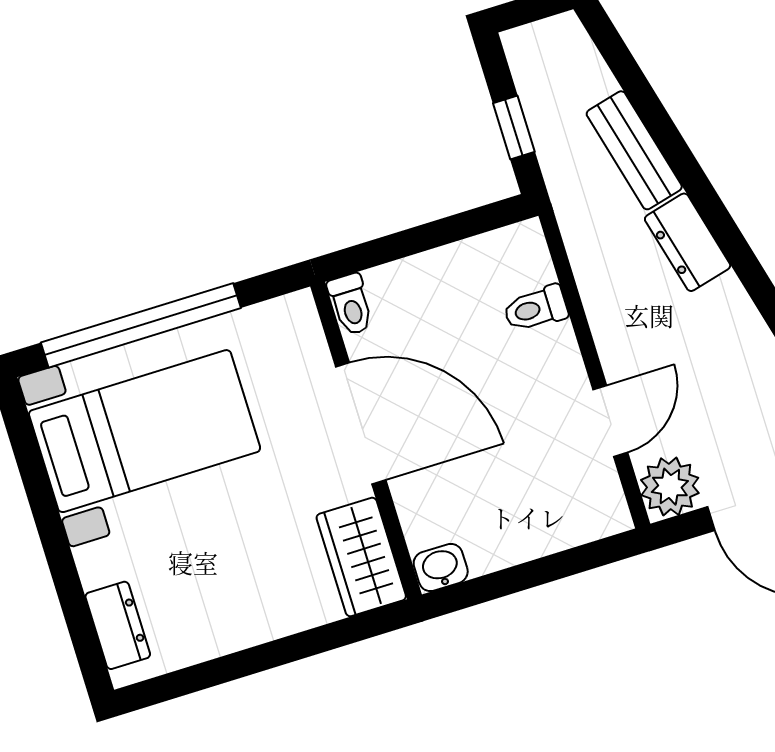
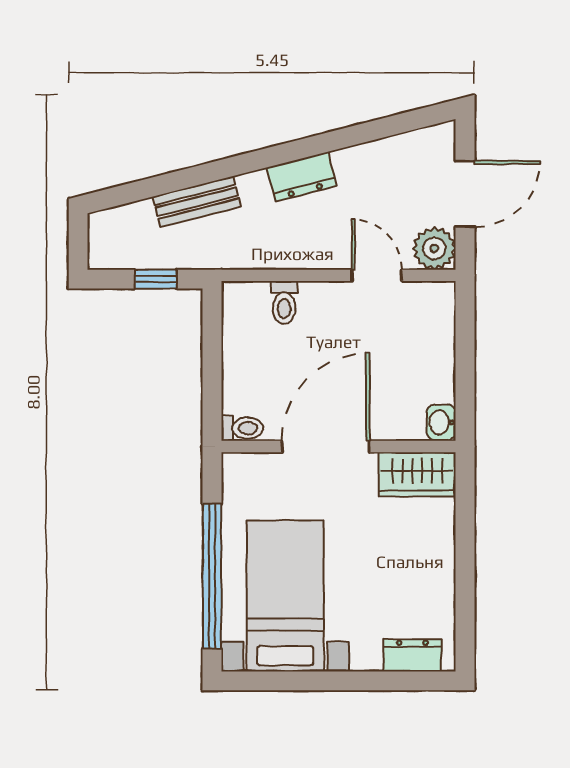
dresser: (688, 242) -> (302, 177), moved

